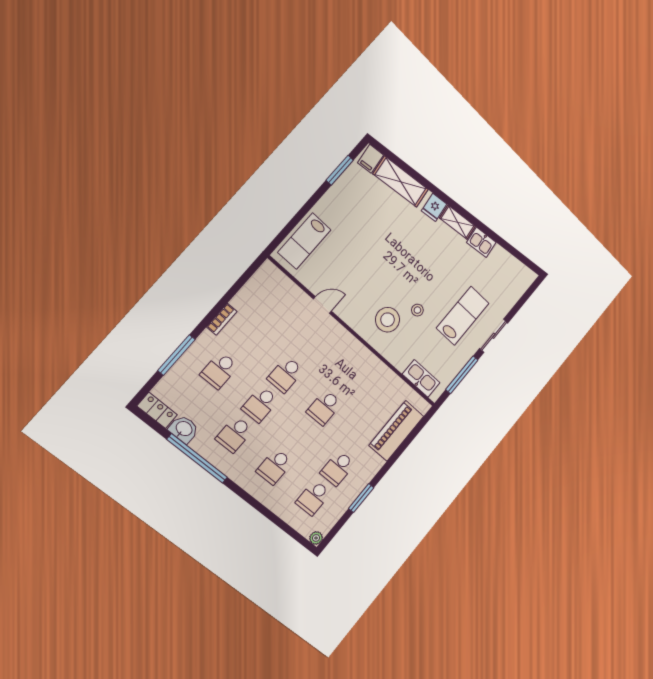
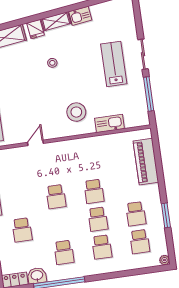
stool: (417, 310) -> (52, 63), moved
kitchen sink: (421, 378) -> (109, 124), moved
school desk: (260, 404) -> (98, 219), moved

